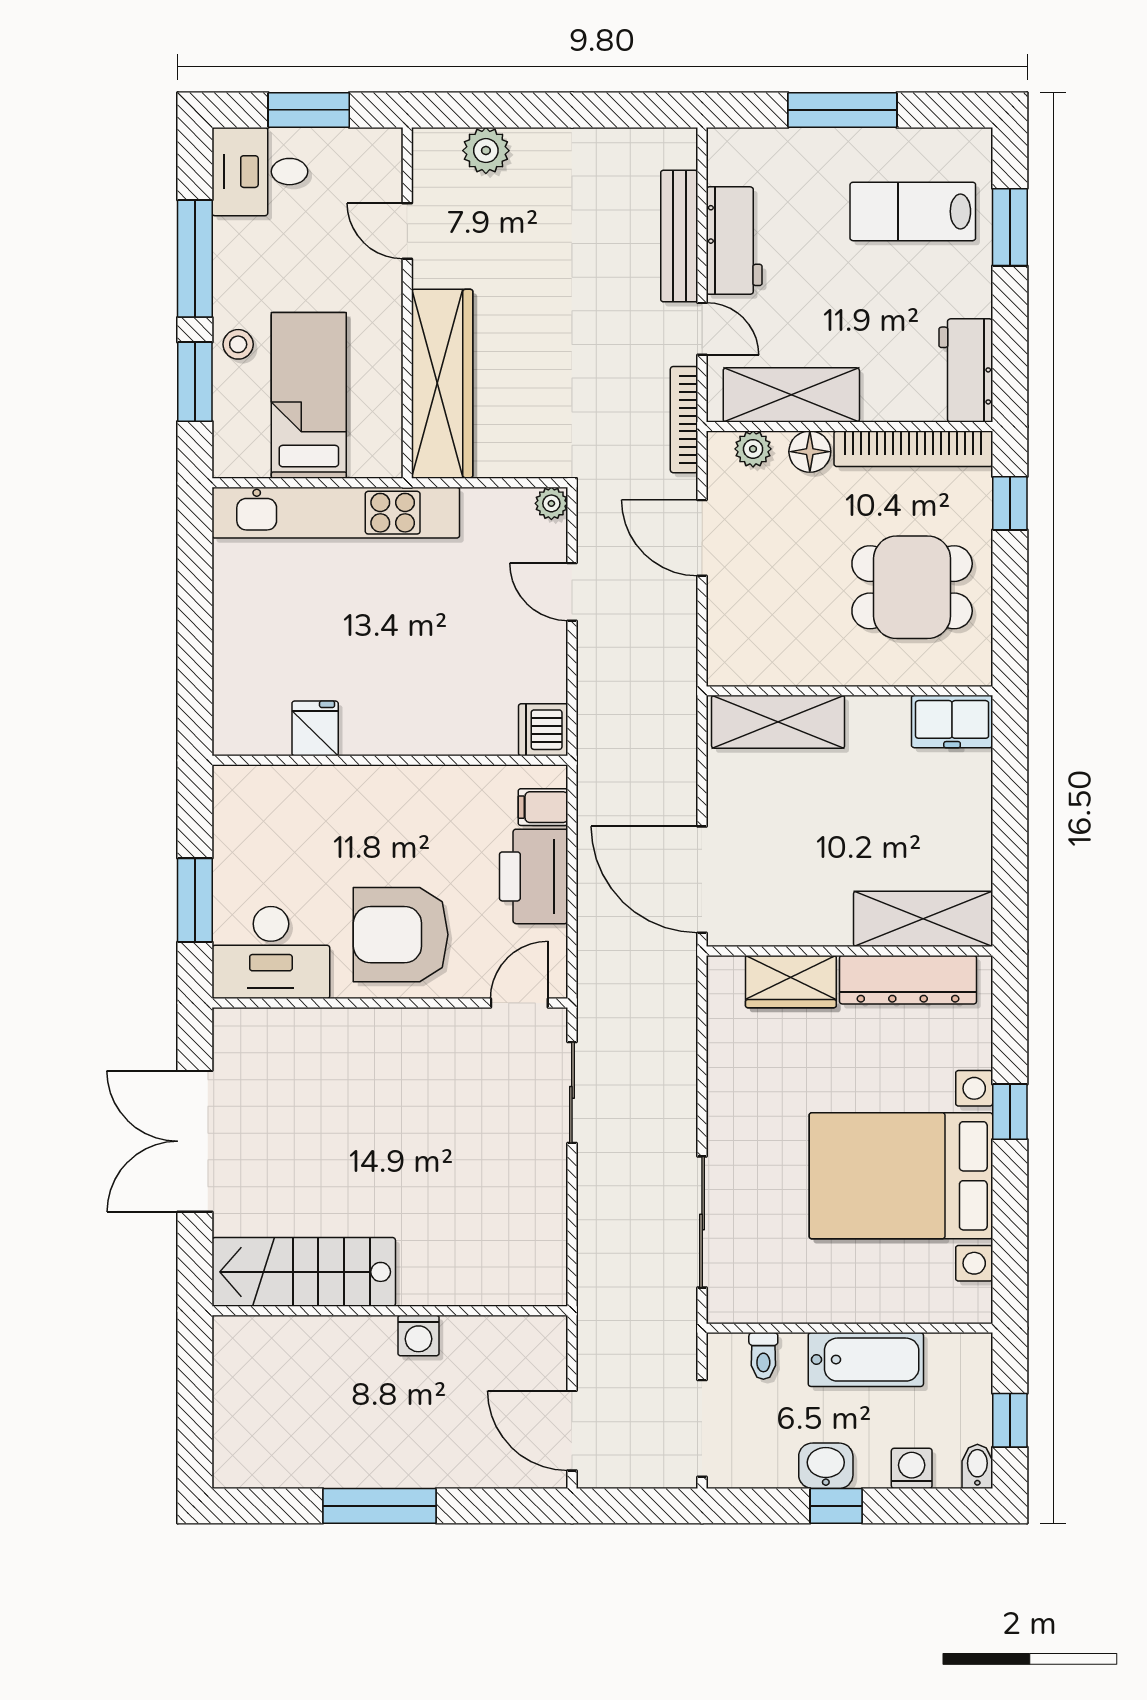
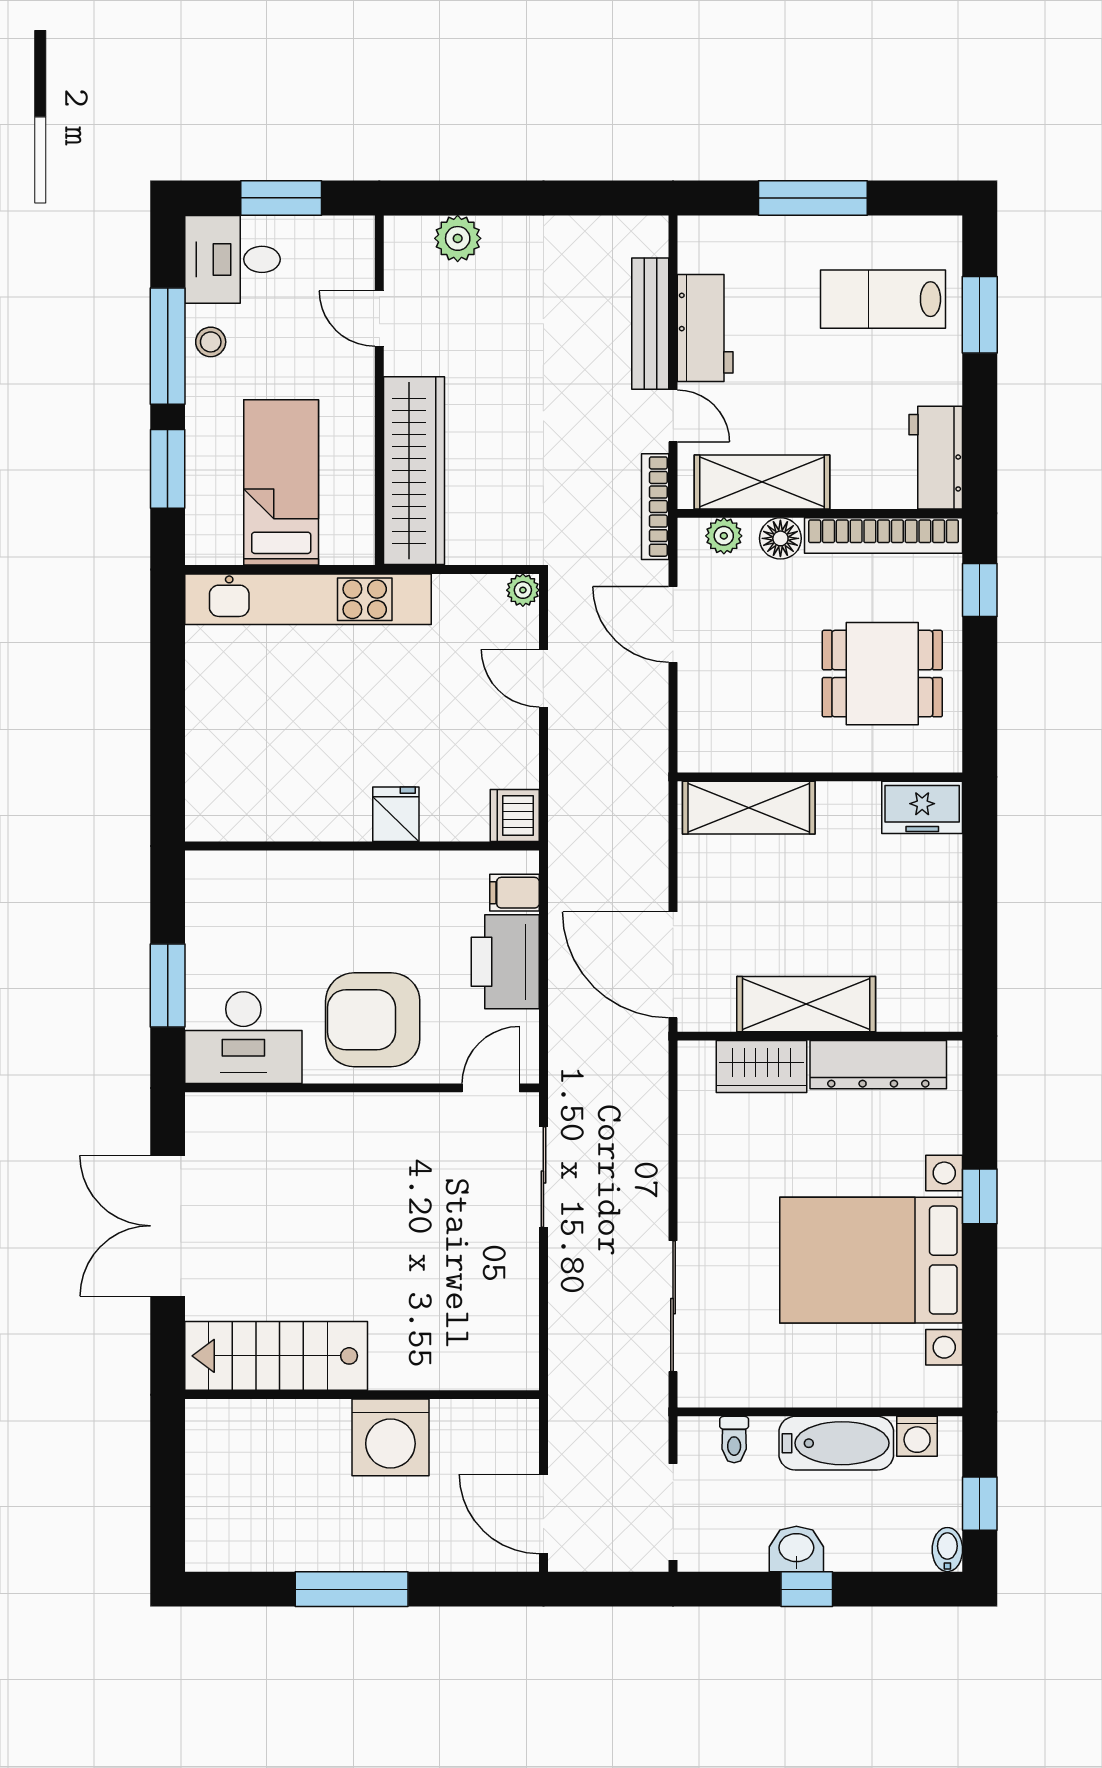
stool: (238, 344) -> (211, 342), moved
fridge: (315, 728) -> (396, 814), moved
shelving: (923, 919) -> (806, 1004), moved
washing machine: (418, 1336) -> (390, 1437), width x1.89, depth x1.89
washing machine: (912, 1468) -> (917, 1436), moved, turned 180

